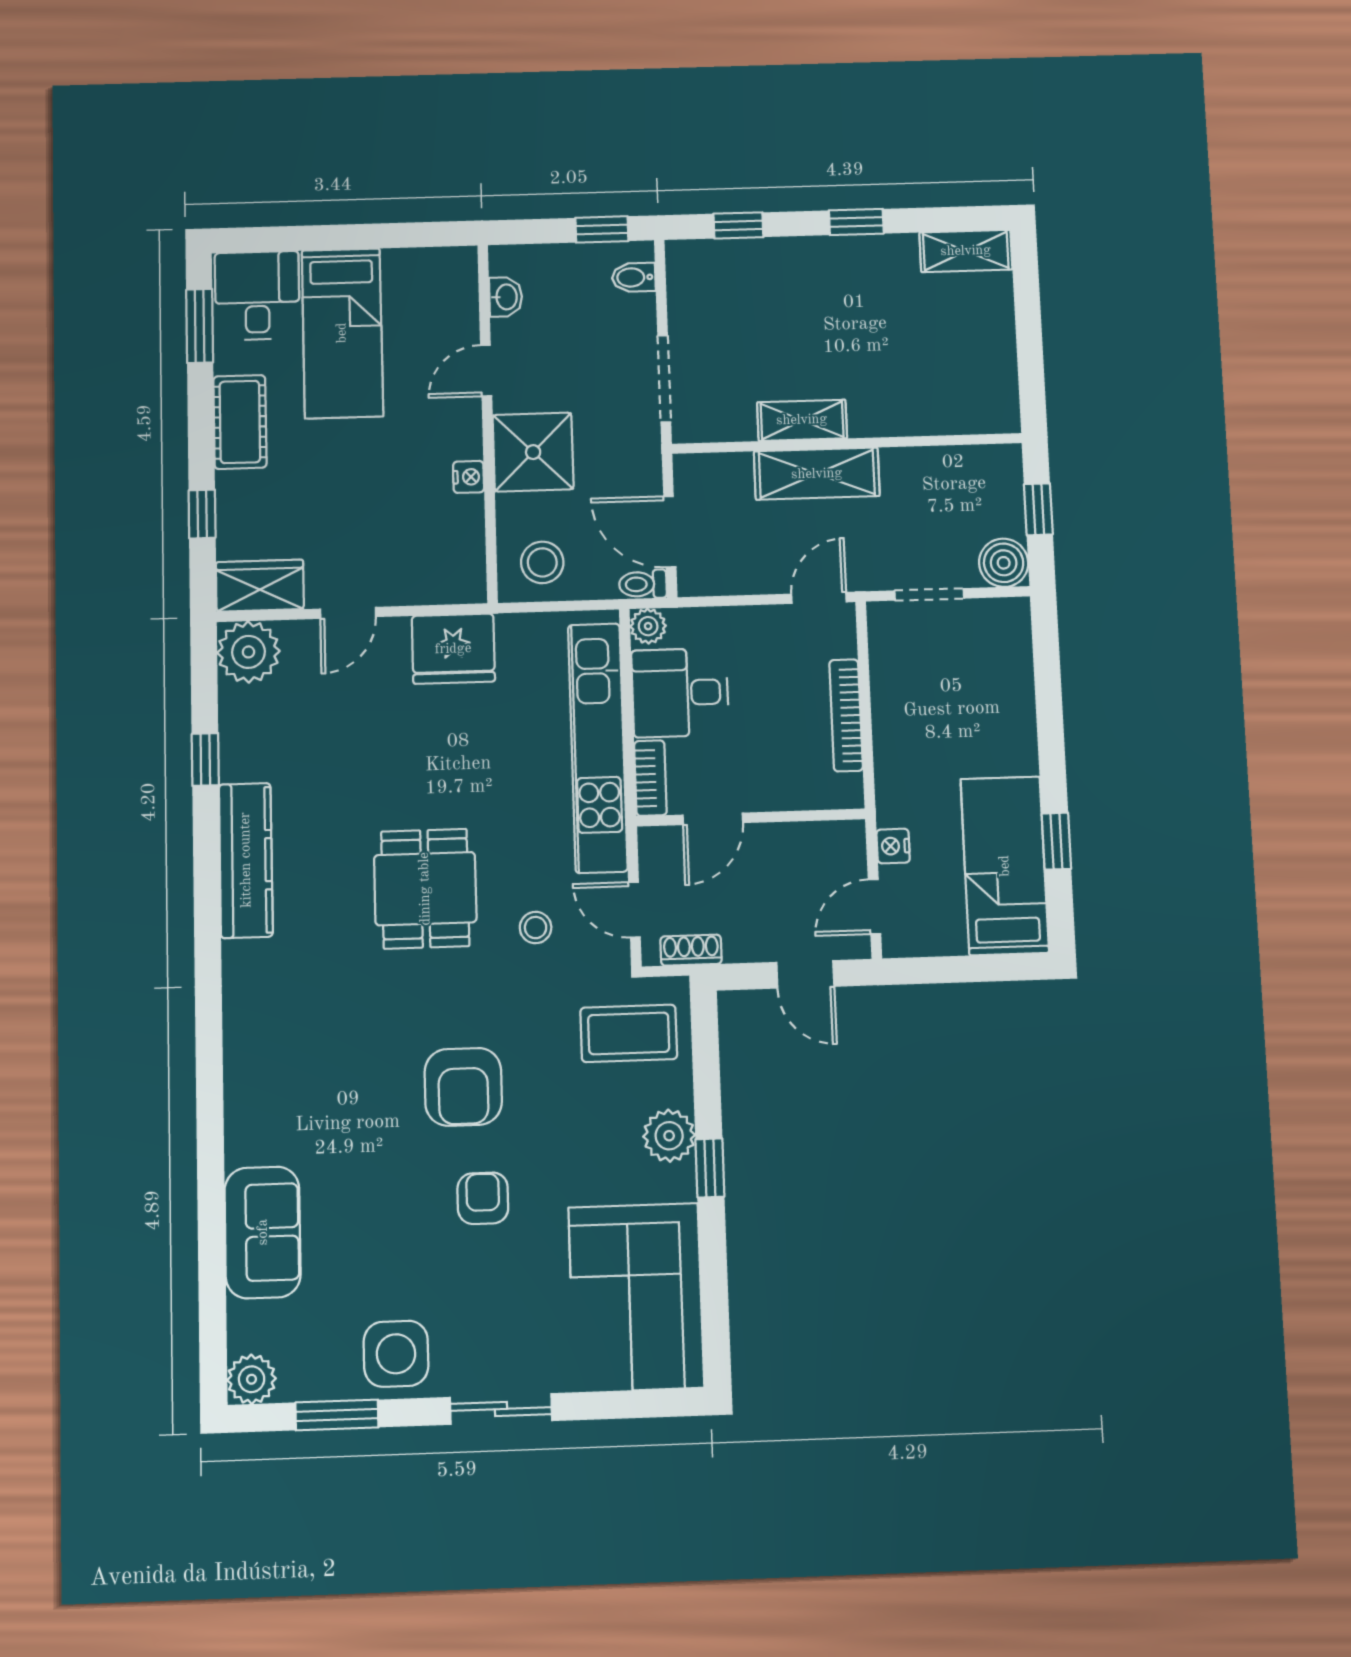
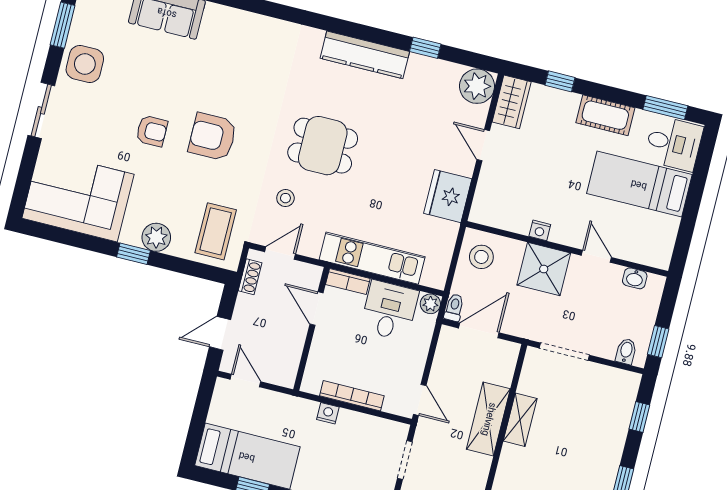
kitchen unit: (598, 748) -> (372, 258), width x0.73
nightstand: (893, 846) -> (328, 413), moved

